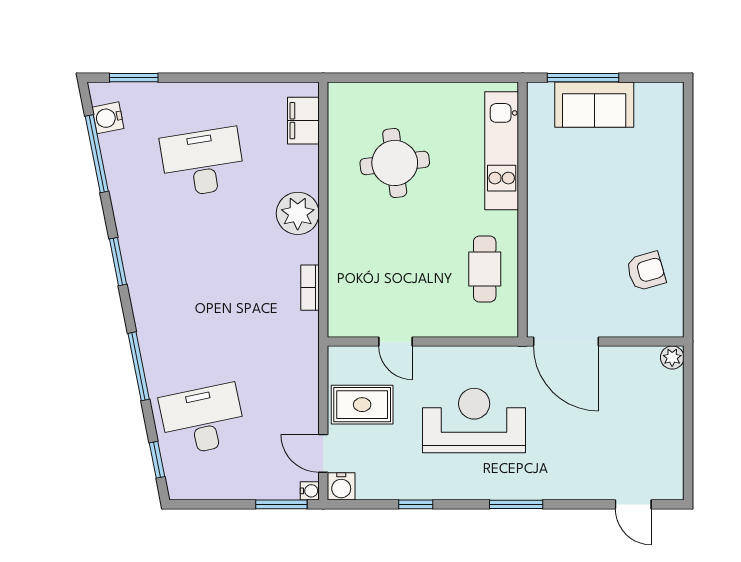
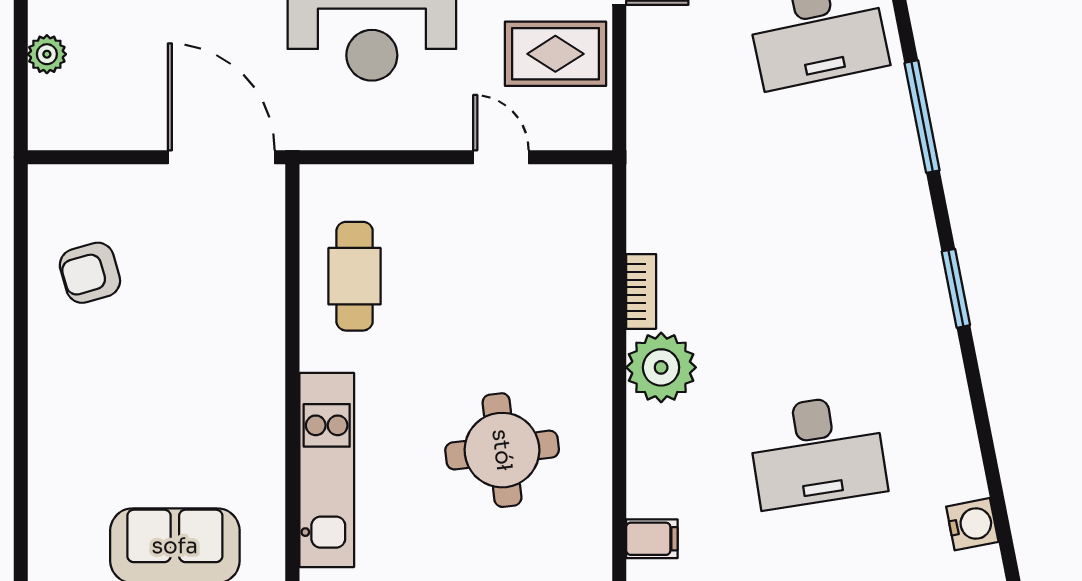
filing cabinet: (303, 121) -> (652, 539), width x0.50
window: (97, 154) -> (991, 465), removed
bookcase: (310, 288) -> (641, 291), moved
plant: (672, 358) -> (47, 54), moved

